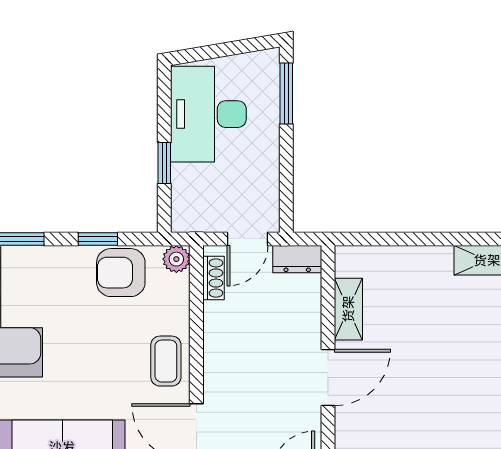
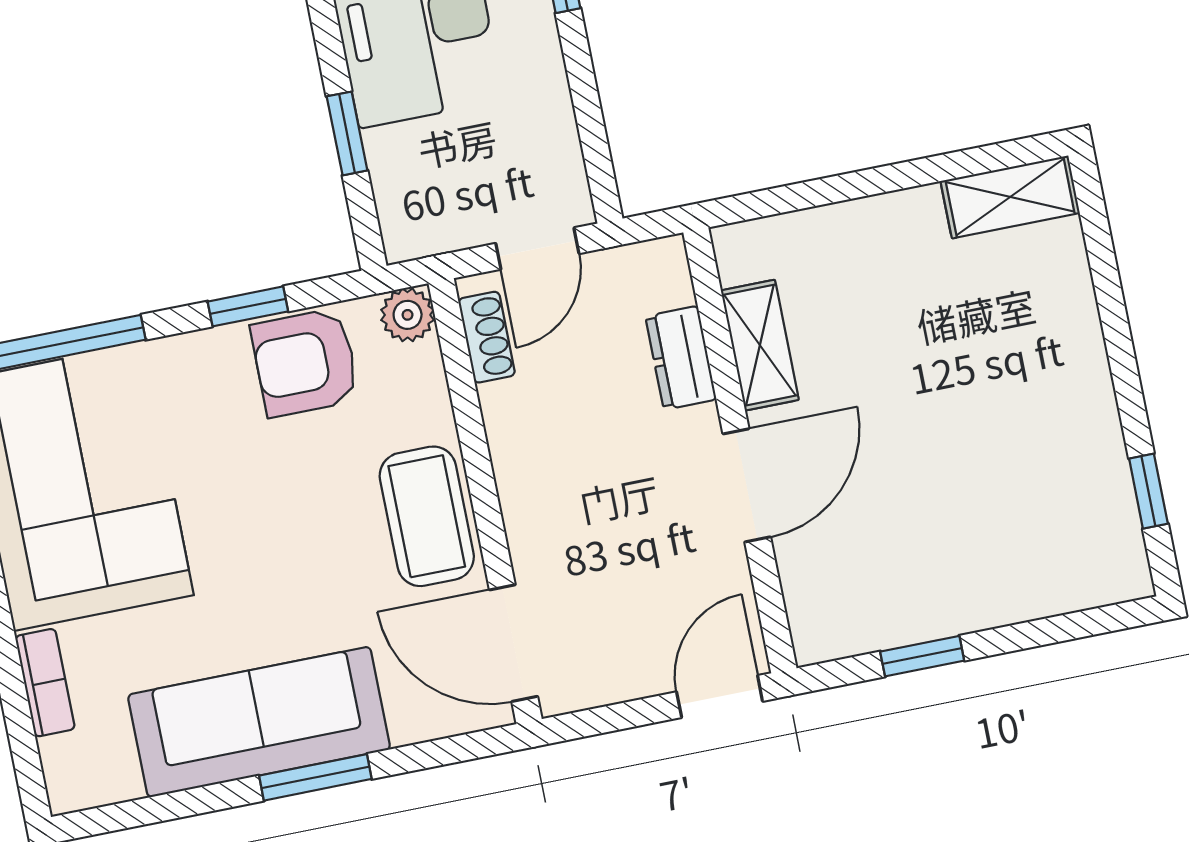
dresser: (297, 259) -> (681, 358), moved, turned 90
coffee table: (166, 361) -> (427, 516), width x1.36, depth x1.30

